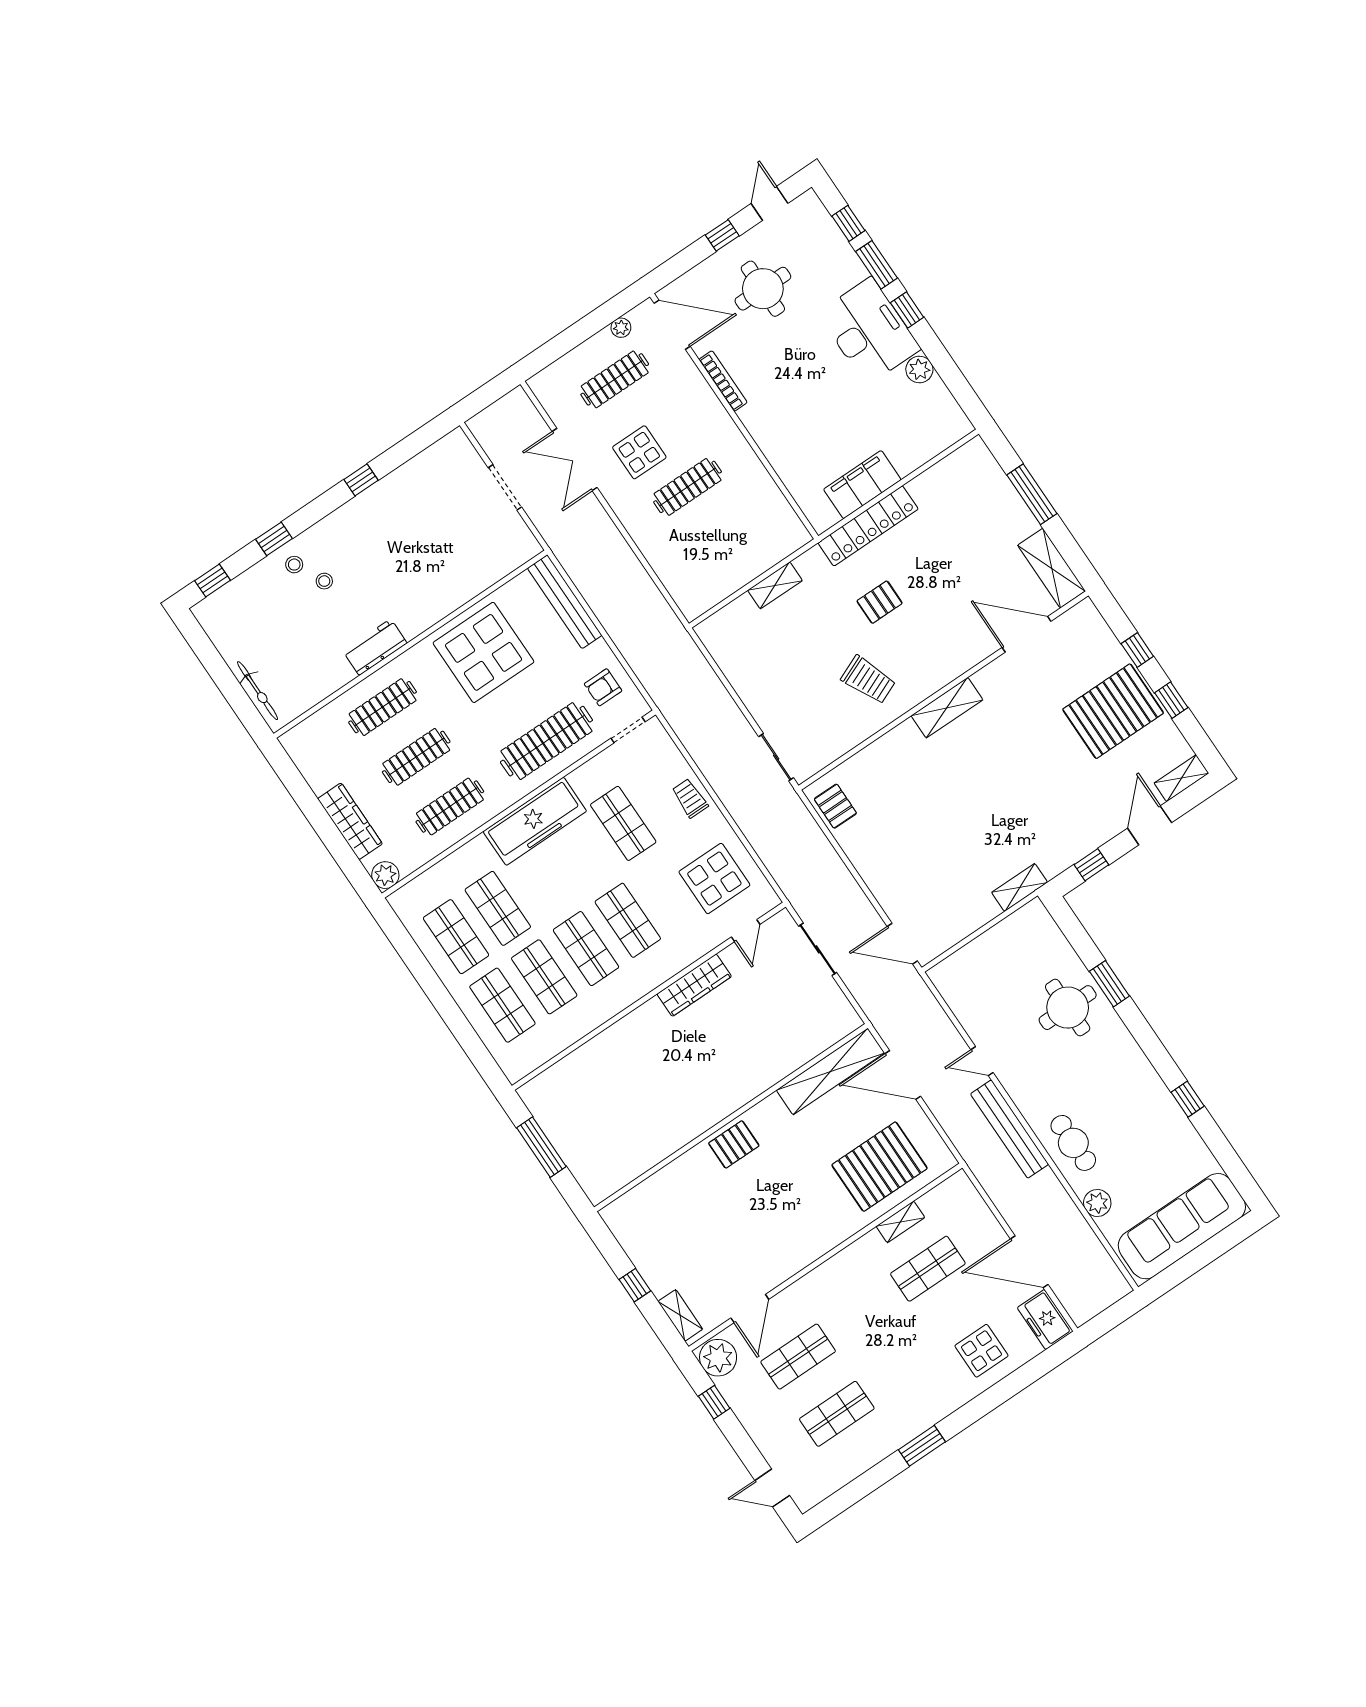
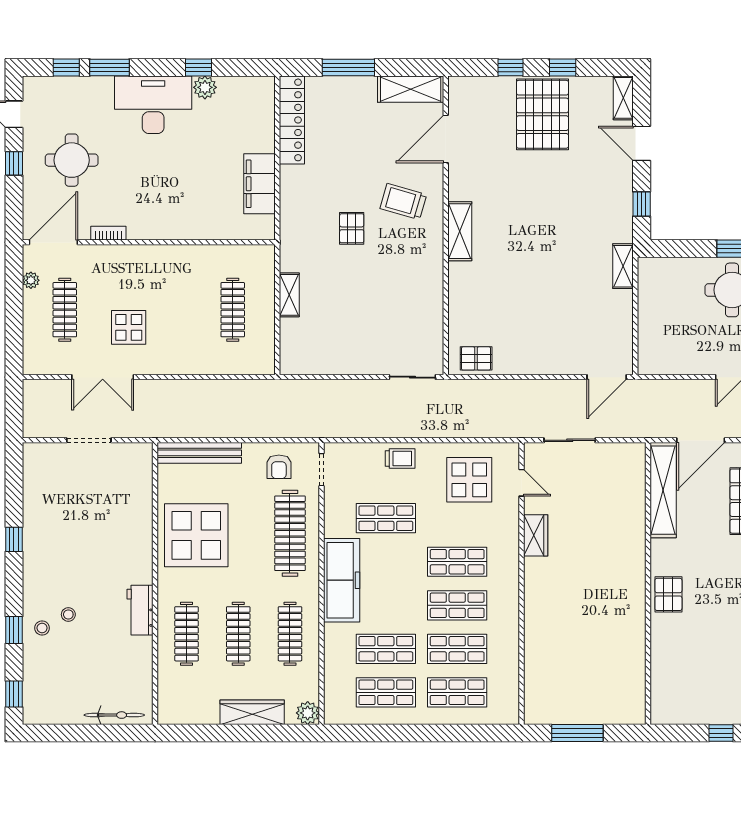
window: (907, 310) -> (198, 67), moved
bookcase: (723, 381) -> (108, 233), width x0.64
clothes rail: (688, 487) -> (233, 310), moved
locker: (868, 526) -> (292, 120), moved
trolley: (868, 680) -> (403, 201), moved, turned -141
trolley: (690, 798) -> (400, 458), turned 180
wardrobe: (694, 985) -> (536, 535), width x0.67

